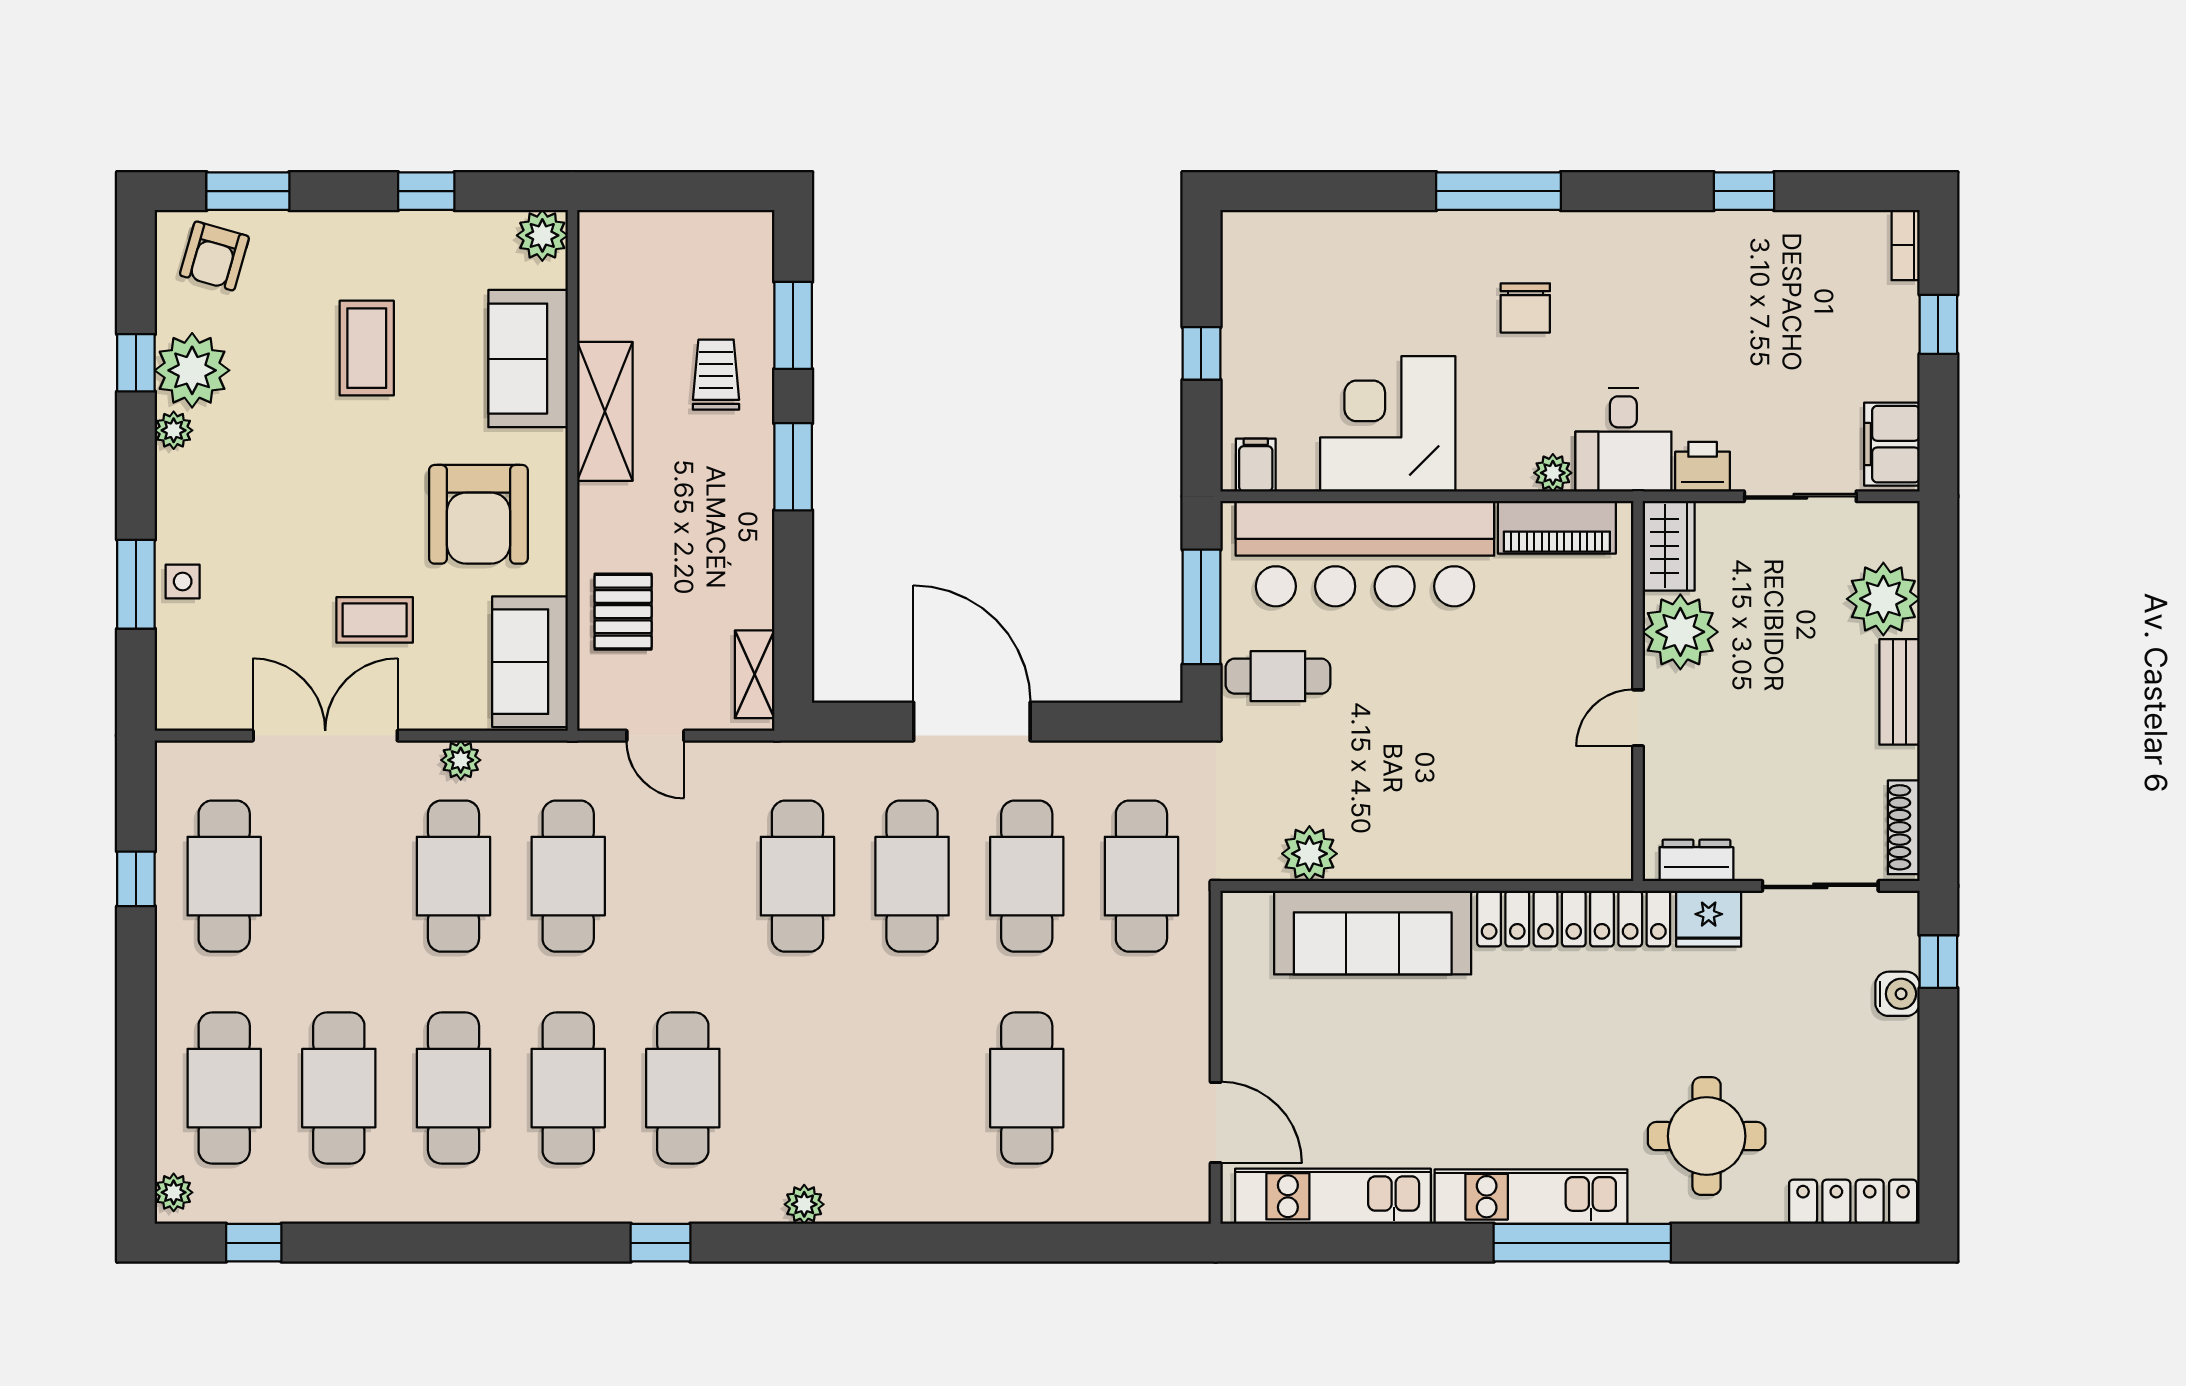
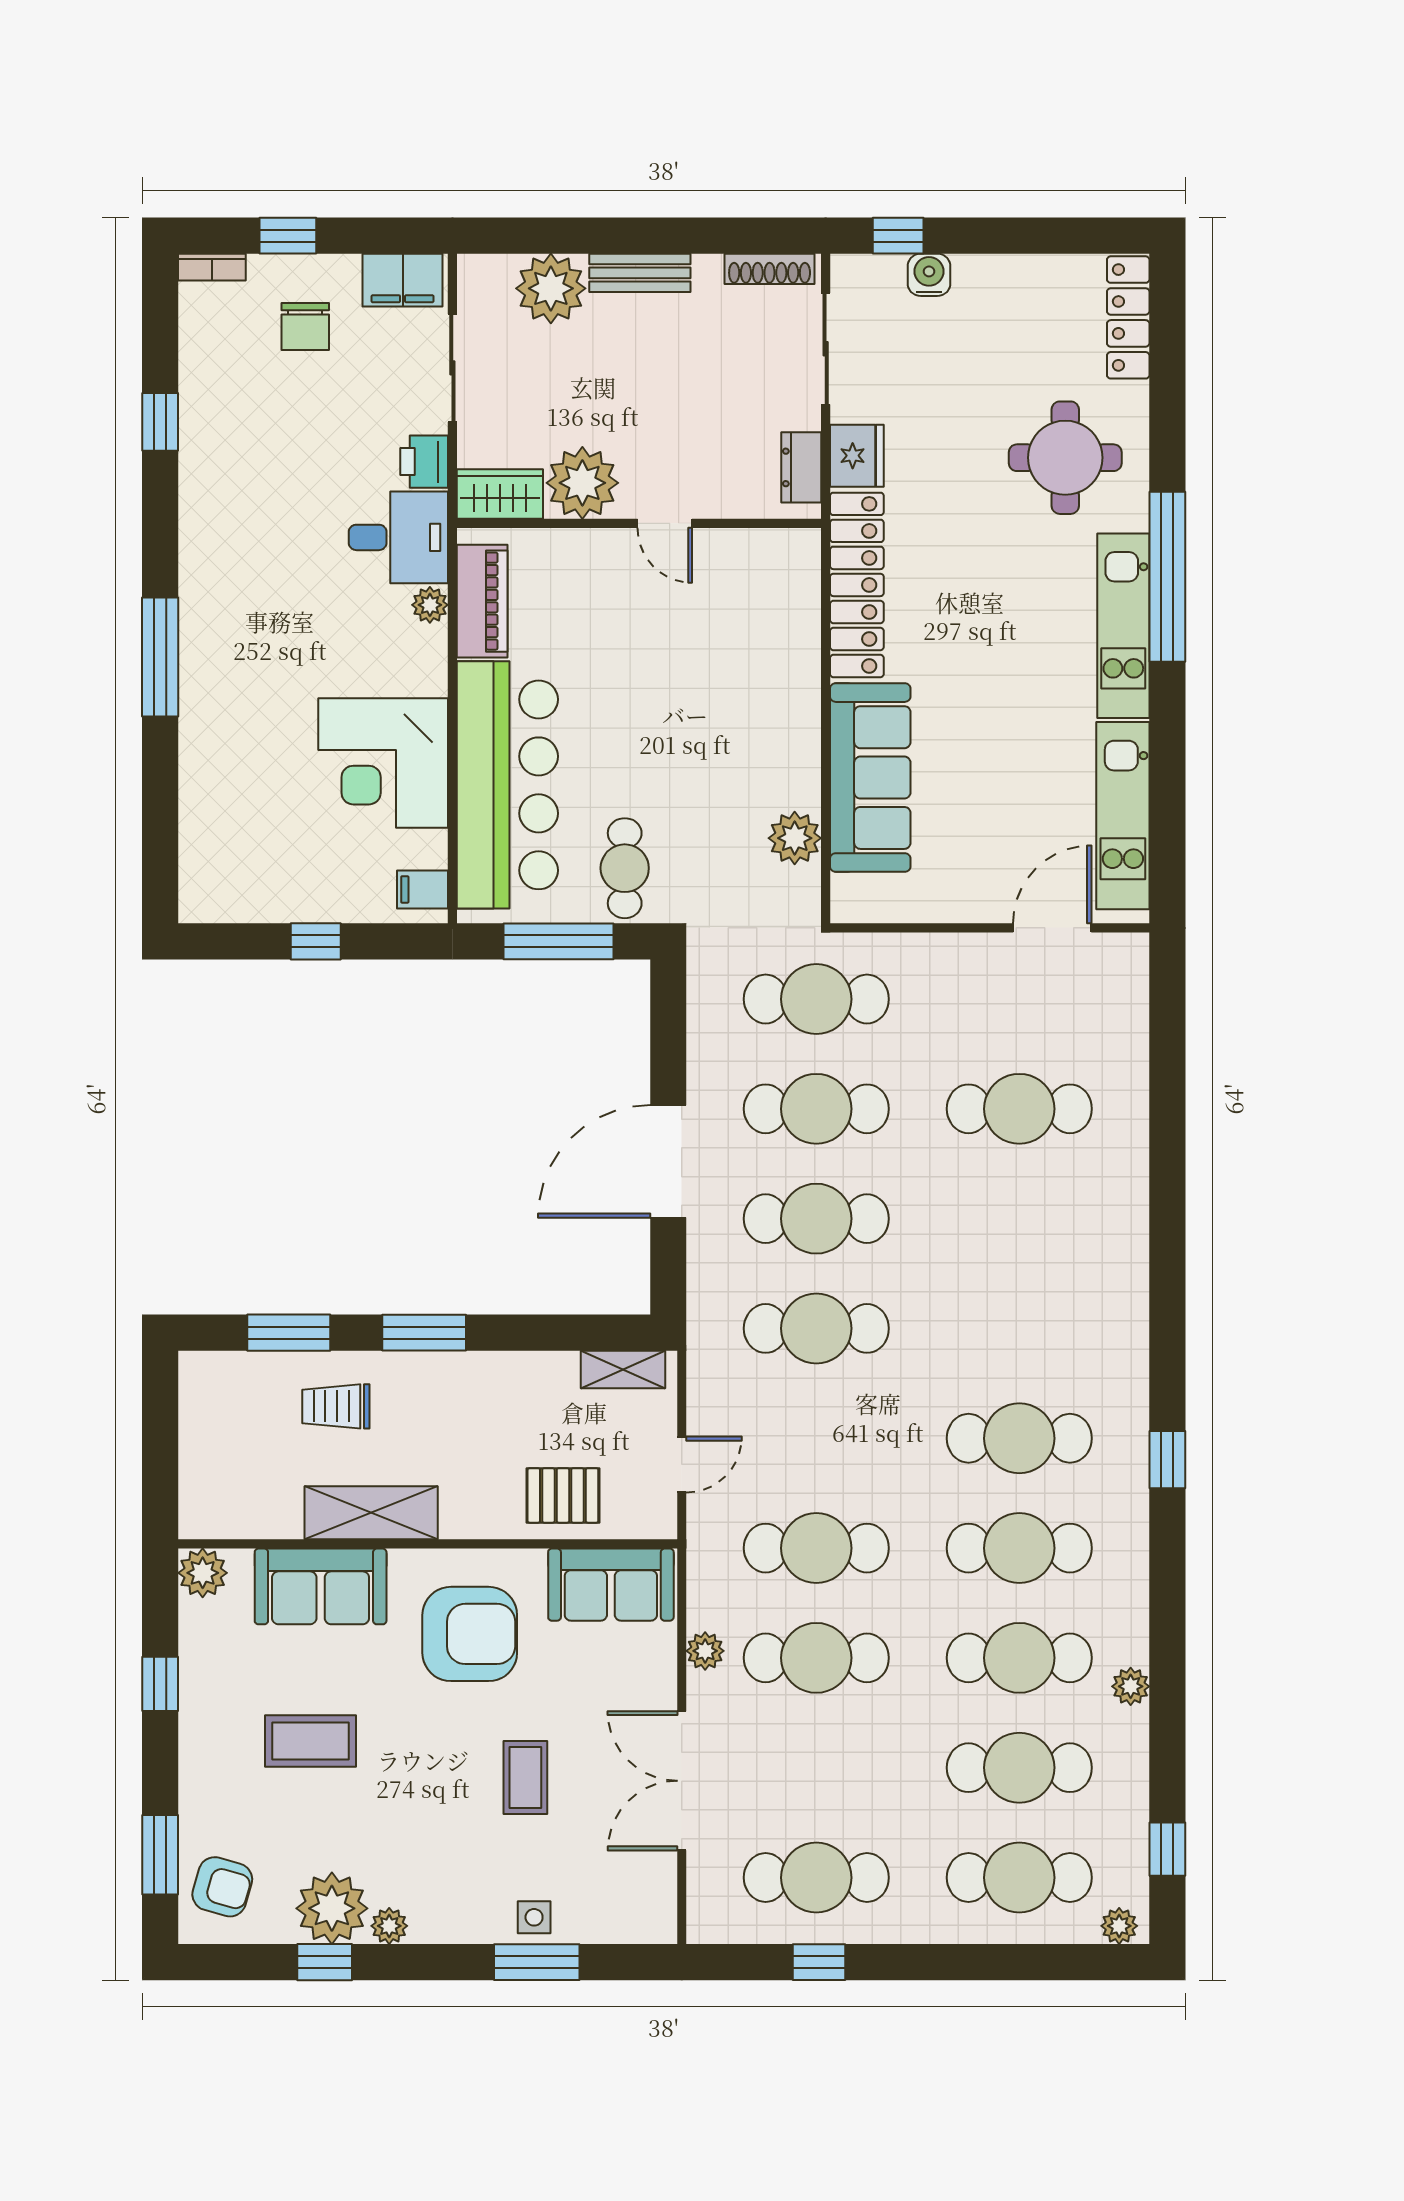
chair: (1525, 308) -> (305, 327), moved, turned 90
coffee table: (375, 620) -> (525, 1777), moved
plant: (804, 1204) -> (1131, 1686), moved

